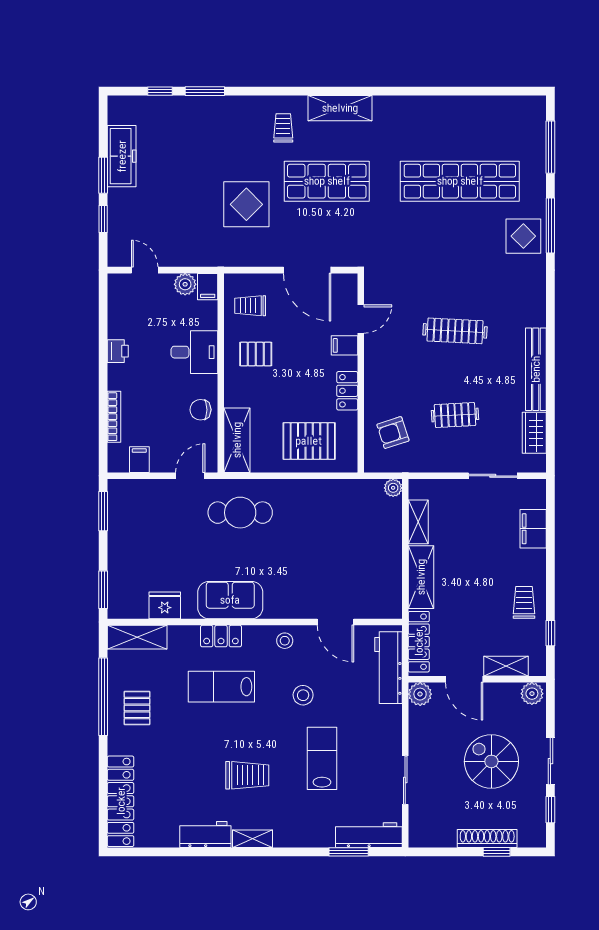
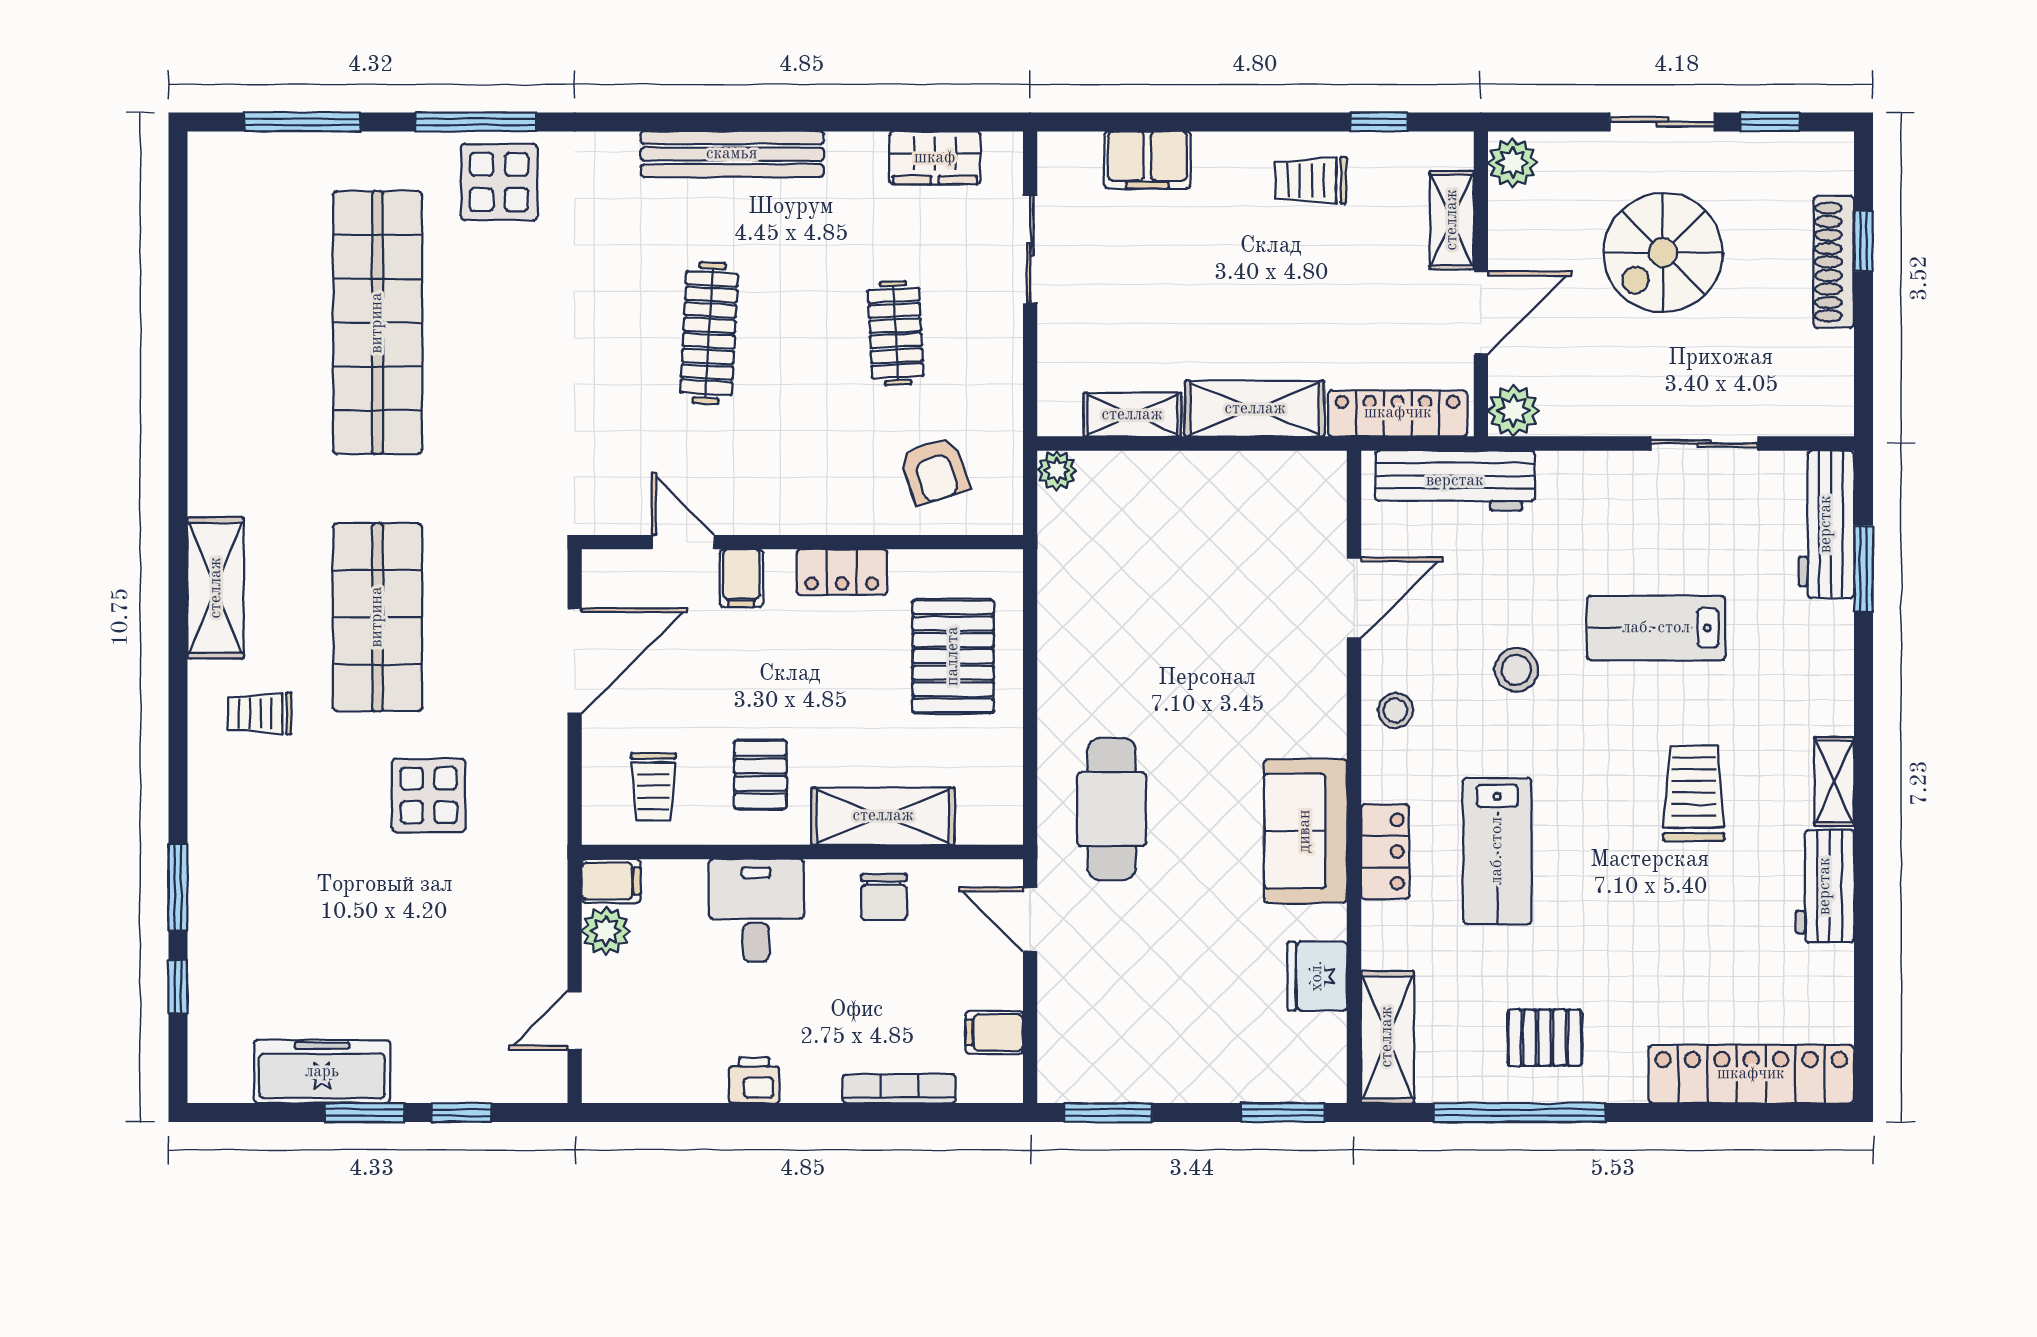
display table: (246, 204) -> (429, 795), width x0.73, depth x0.73
bench: (536, 369) -> (732, 154), moved
shelving: (237, 440) -> (883, 816), moved

